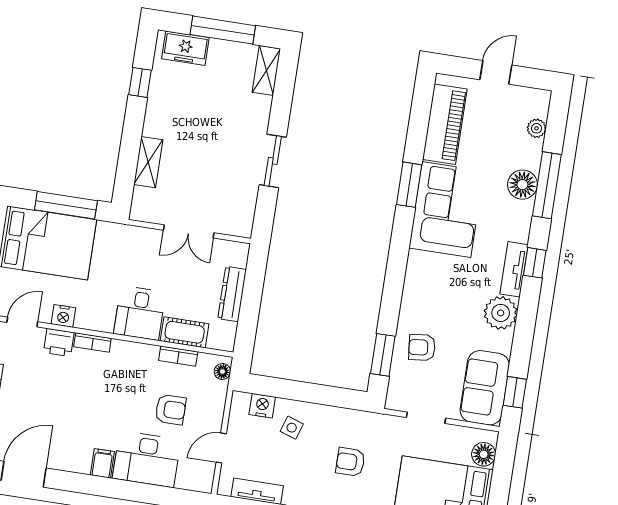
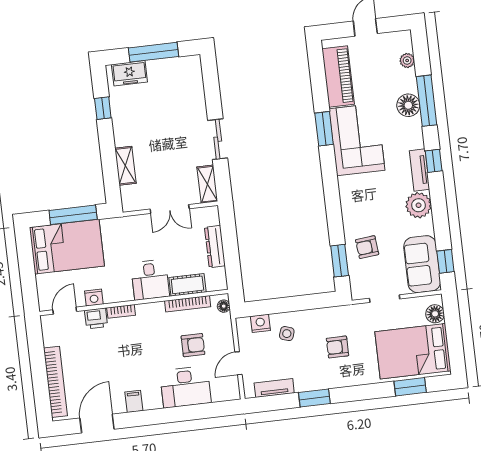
shelving: (266, 70) -> (207, 184), moved
bookcase: (178, 356) -> (188, 304), width x1.56
filing cabinet: (102, 463) -> (134, 401), moved

